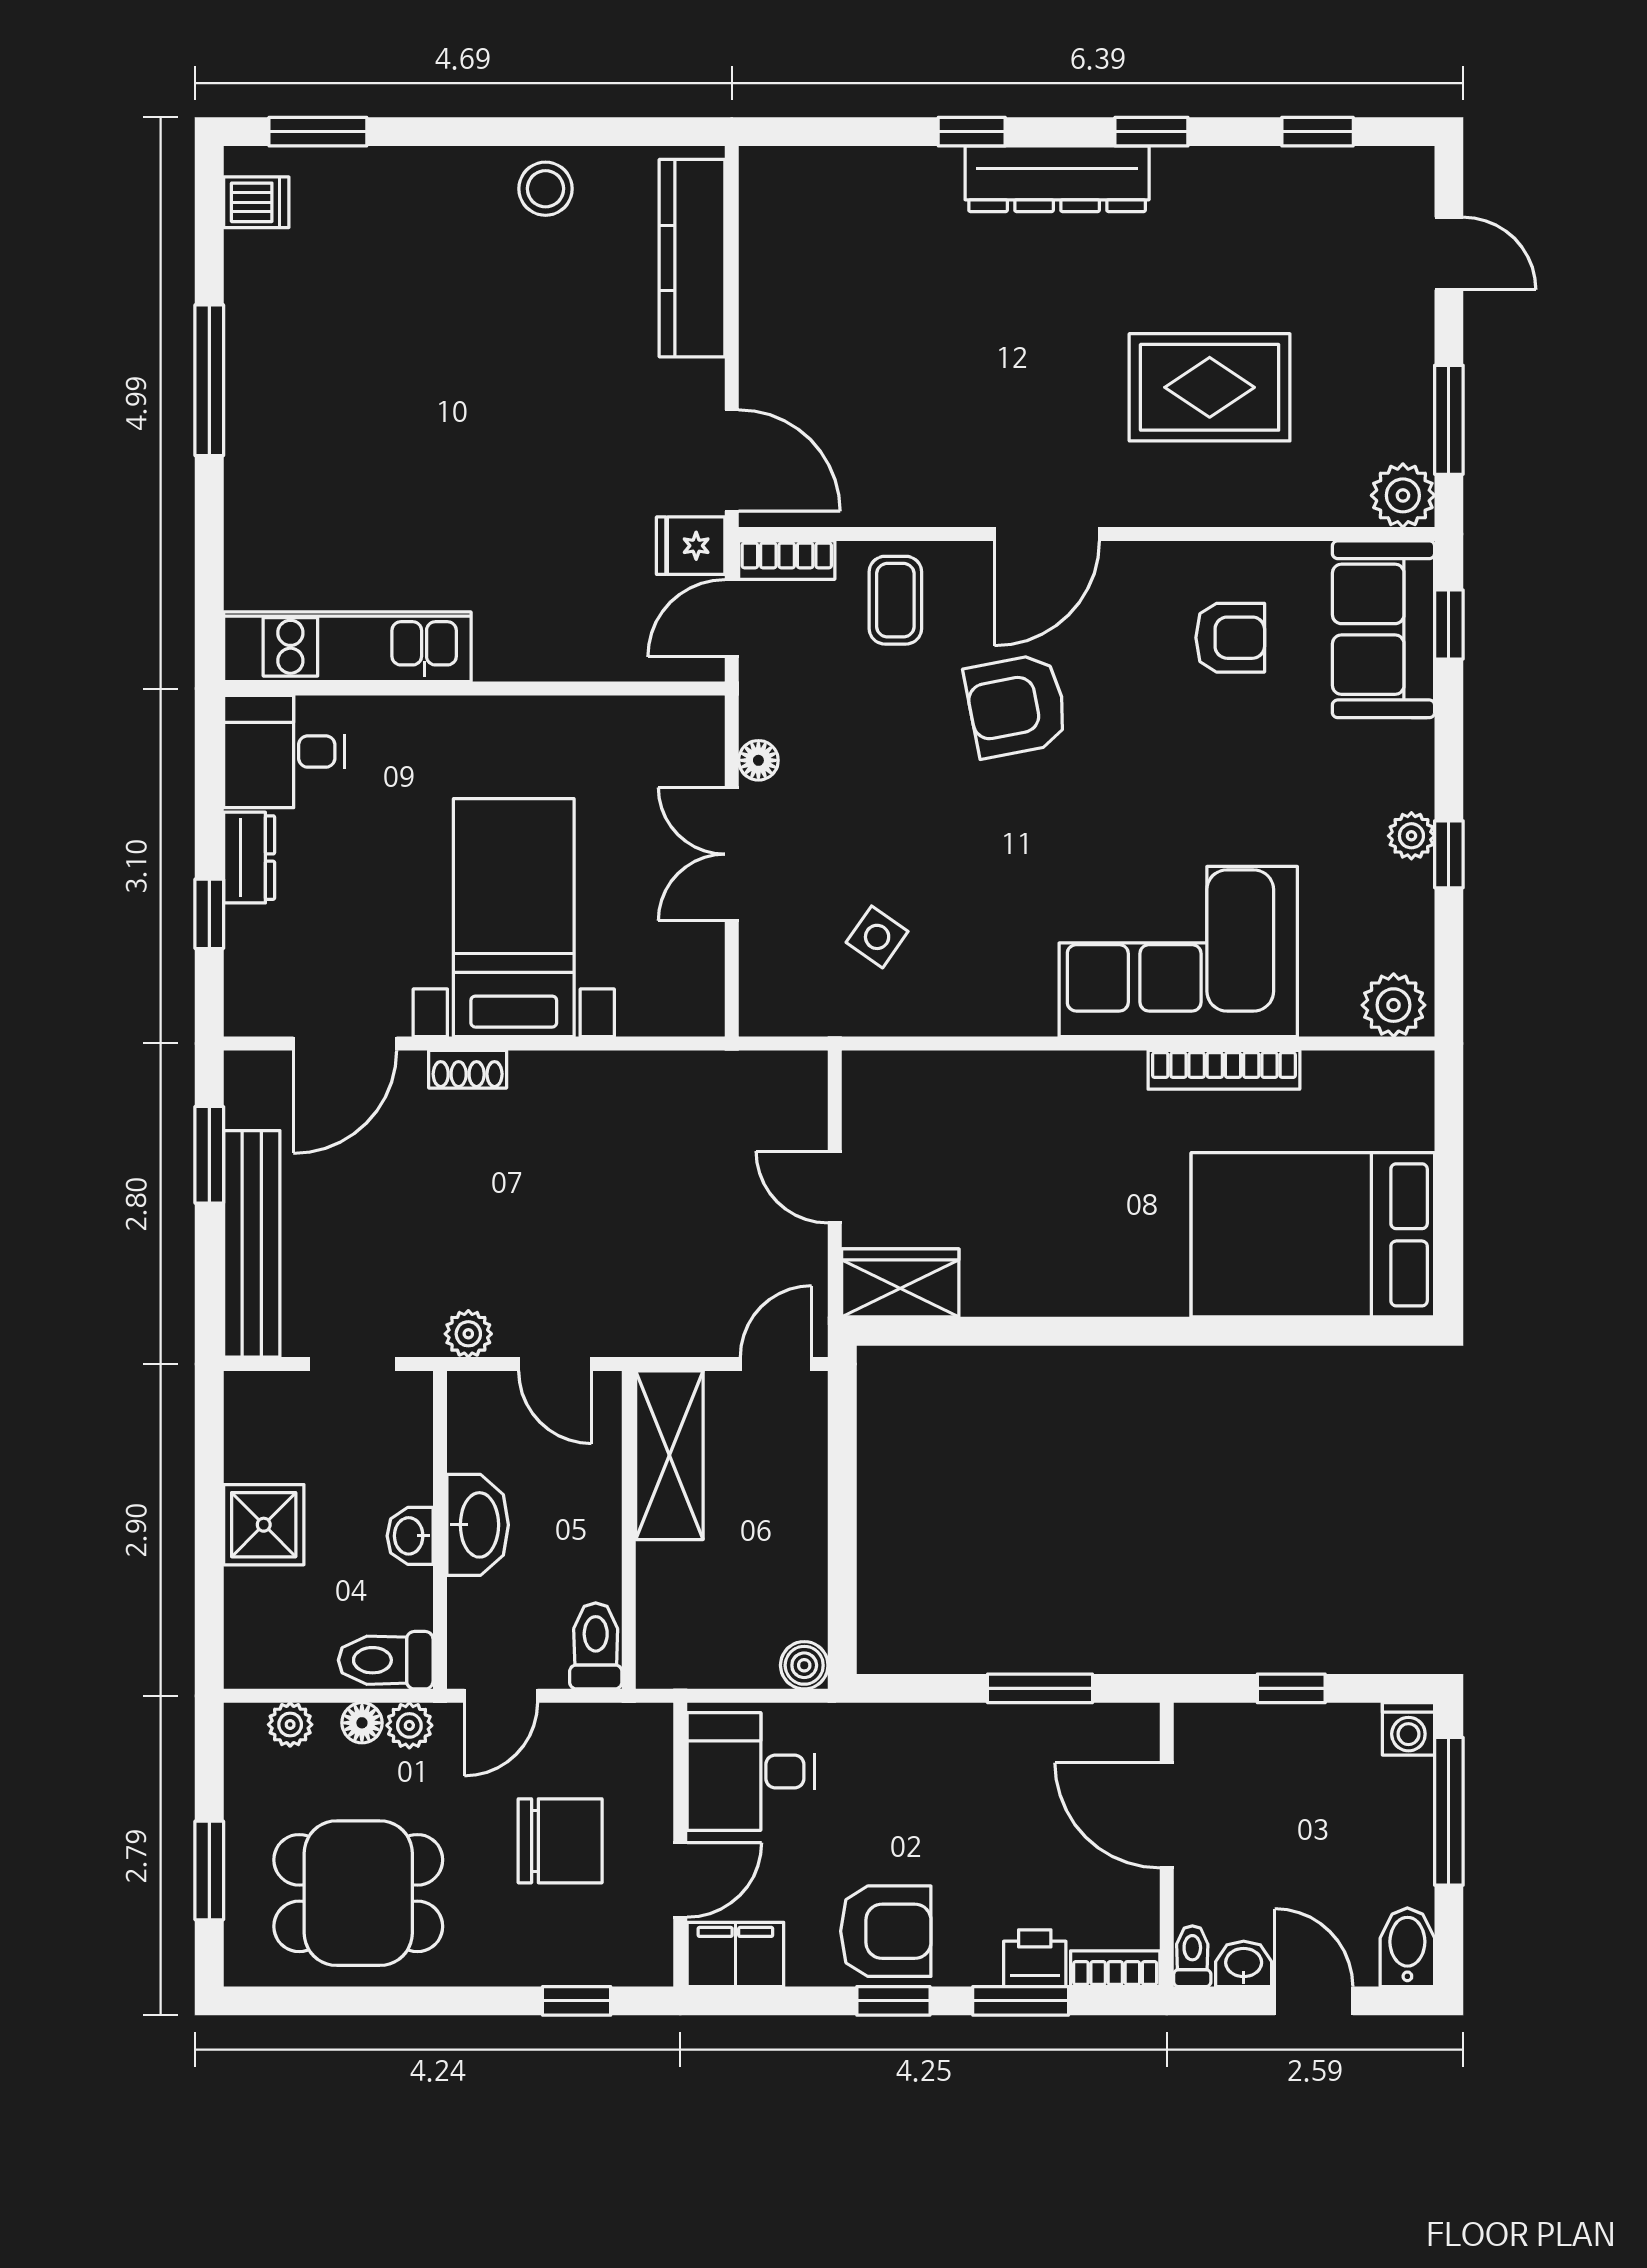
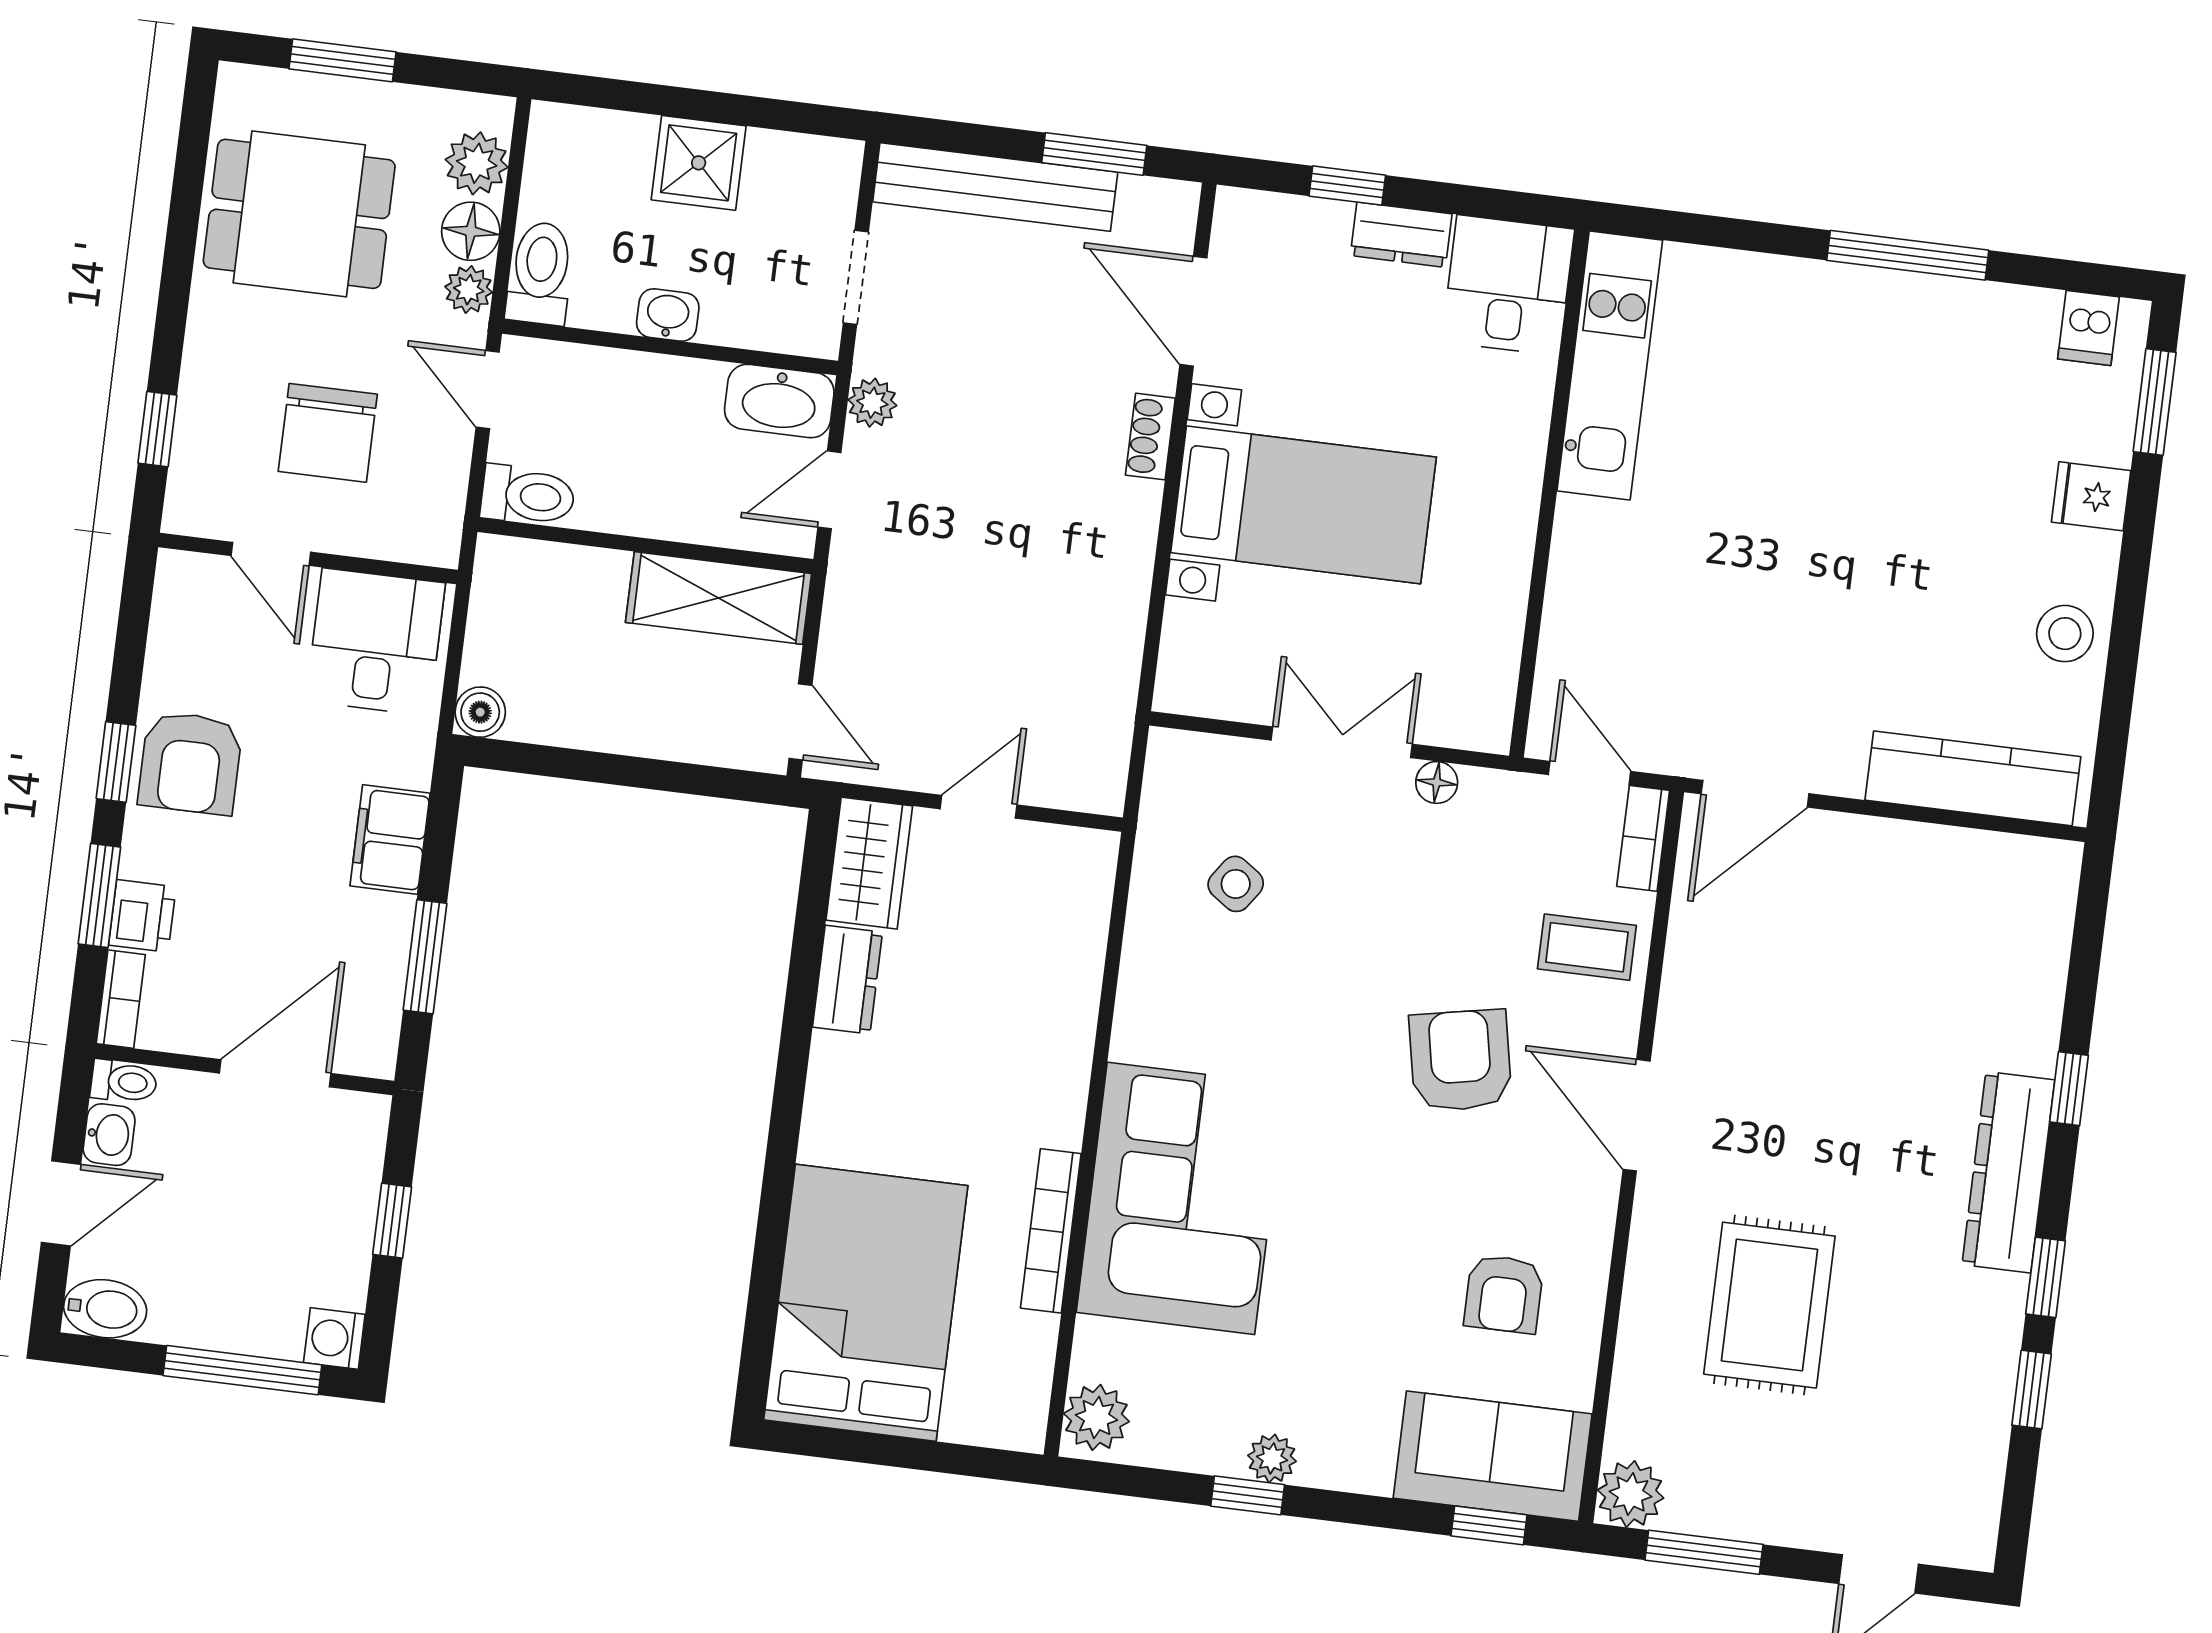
window: (1318, 132) -> (2032, 1390), moved
fridge: (691, 546) -> (2091, 496), moved, turned -90
dresser: (1012, 1290) -> (848, 980), added
washbasin: (478, 1525) -> (779, 401), moved
floor lamp: (362, 1723) -> (471, 231), width x1.37, depth x1.37
plant: (290, 1725) -> (477, 163), width x1.38, depth x1.38
dining table: (358, 1893) -> (299, 214), turned 90
filing cabinet: (735, 1954) -> (390, 839), moved, turned 180

